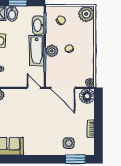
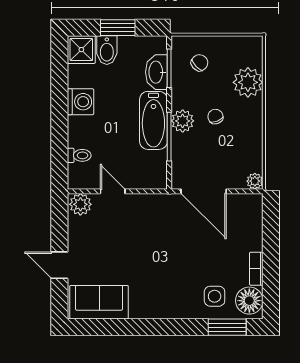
plant: (86, 14) -> (248, 82), moved
door: (34, 88) -> (113, 191), moved
floor lamp: (87, 96) -> (249, 301), moved

